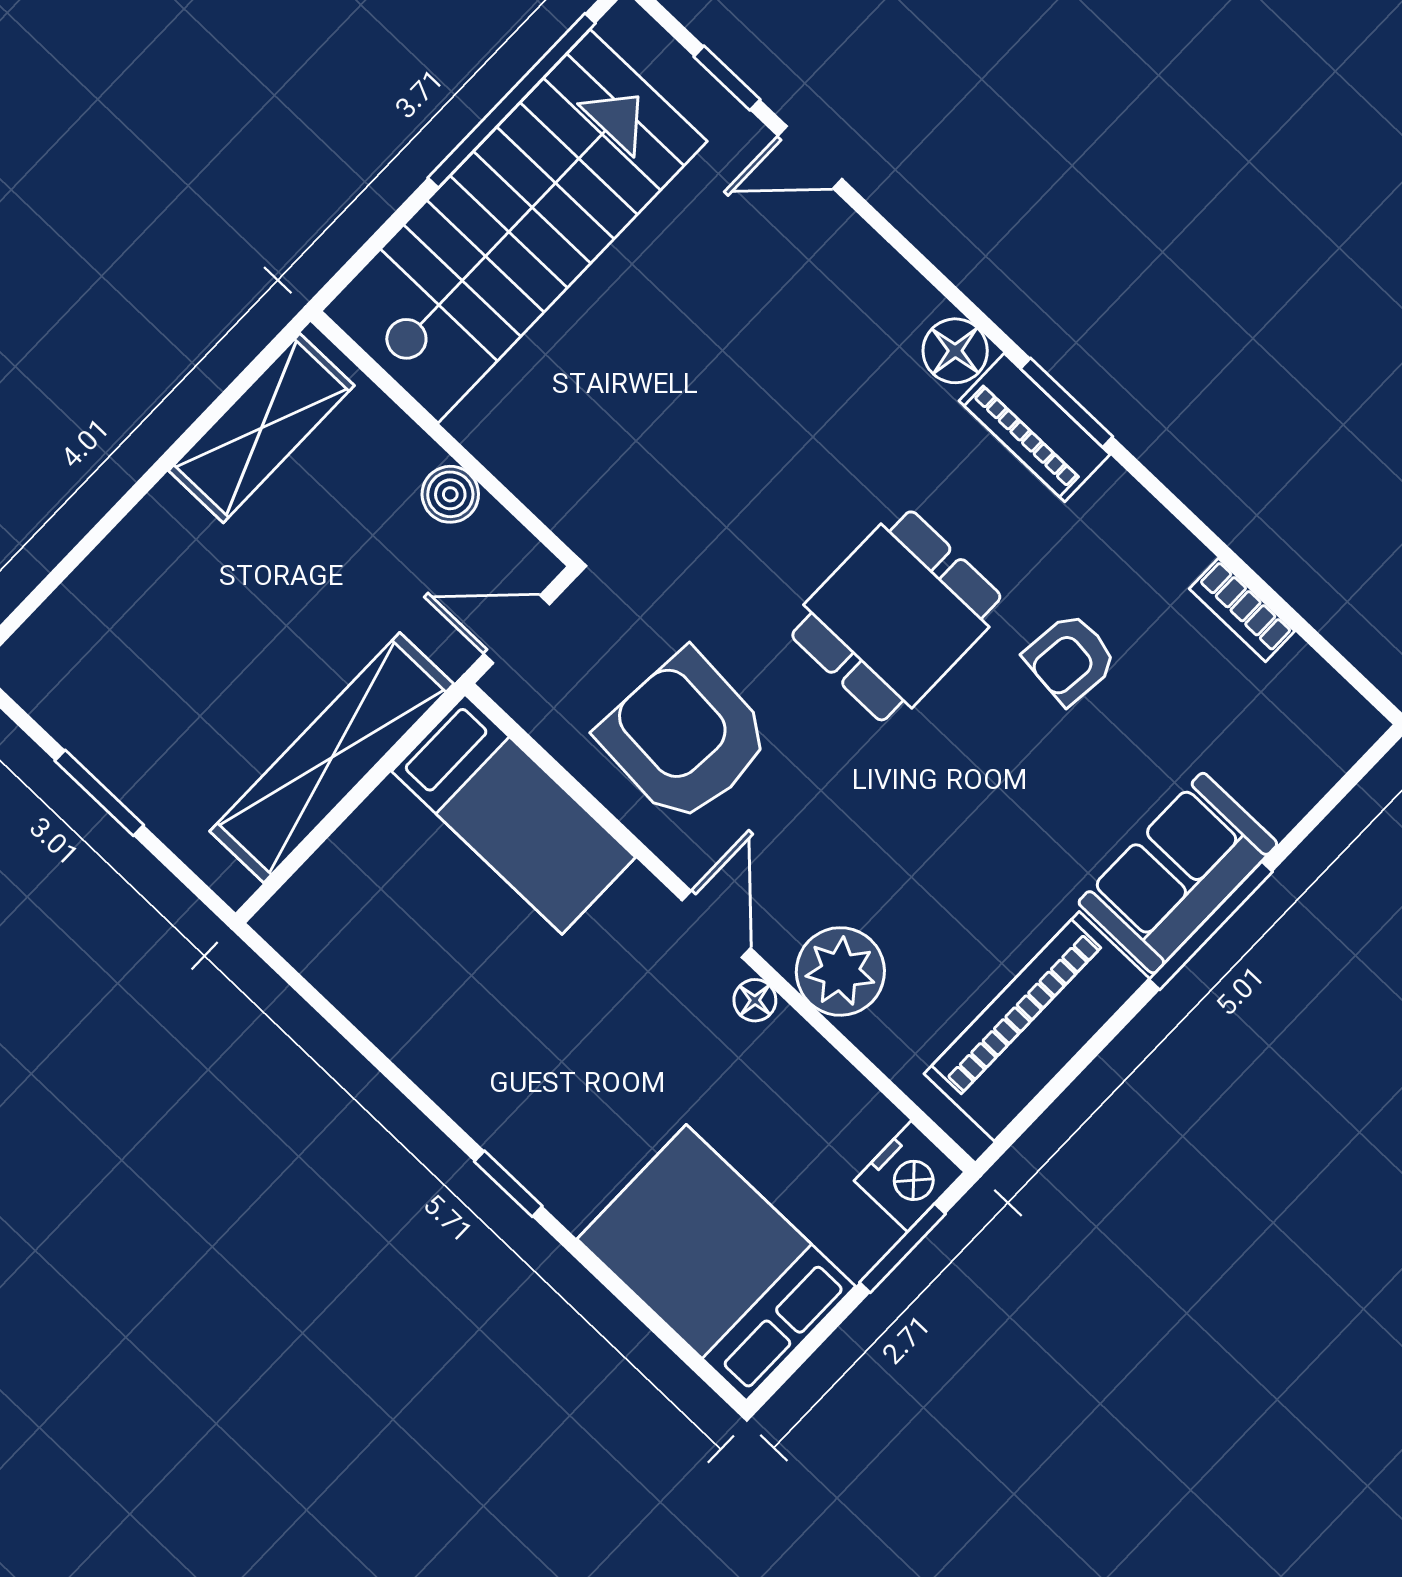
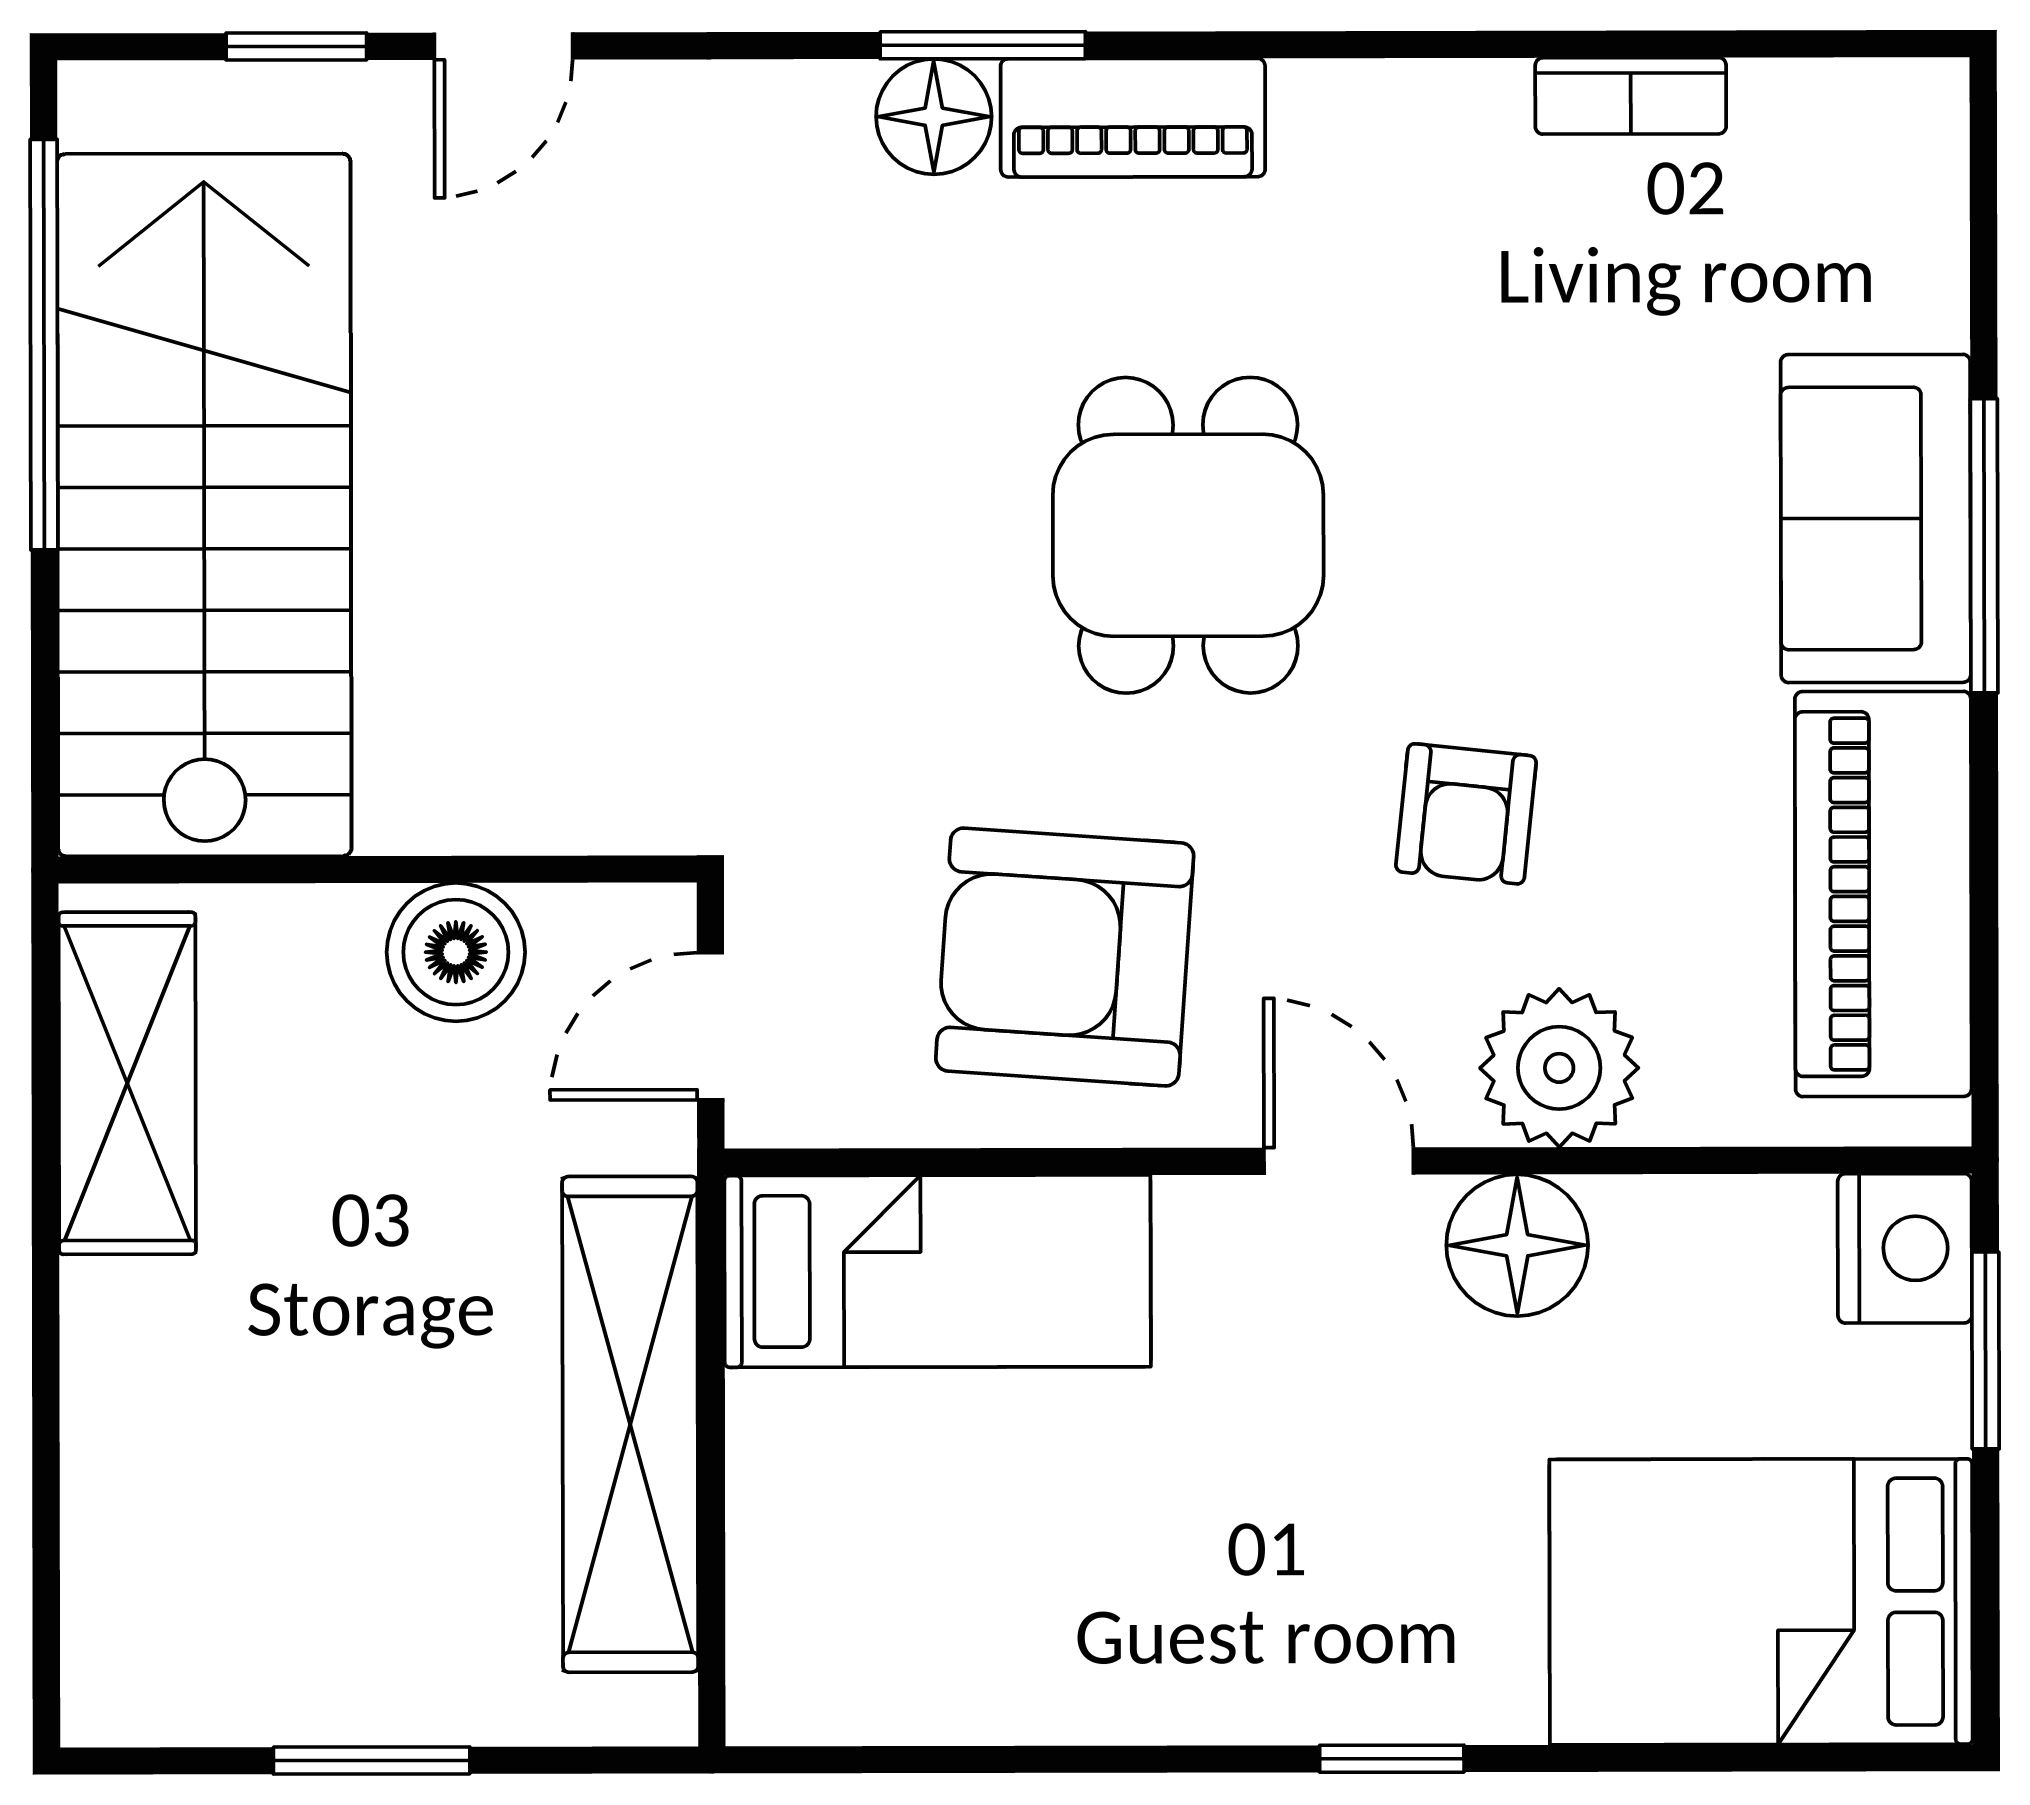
window: (1067, 403) -> (983, 45), moved
boiler: (450, 494) -> (456, 952), width x1.36, depth x1.36
armchair: (1070, 659) -> (1466, 814), moved
floor lamp: (755, 1000) -> (1517, 1245), width x1.89, depth x1.89

